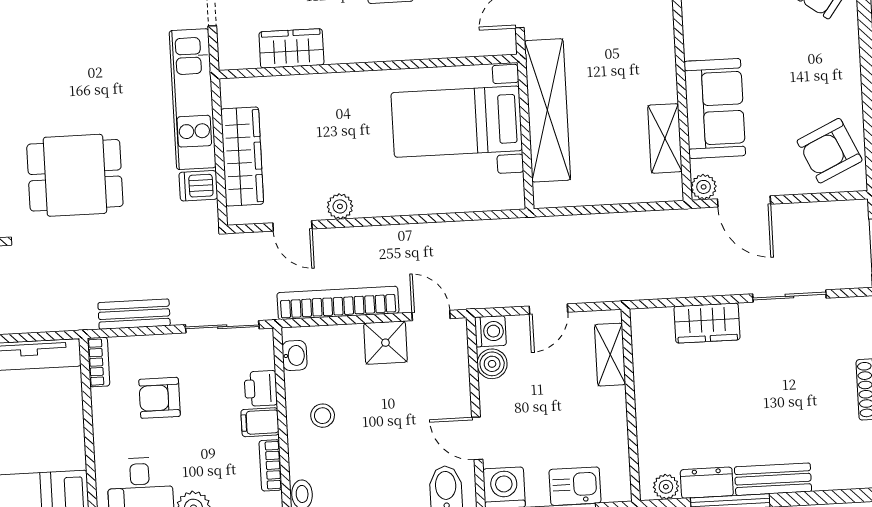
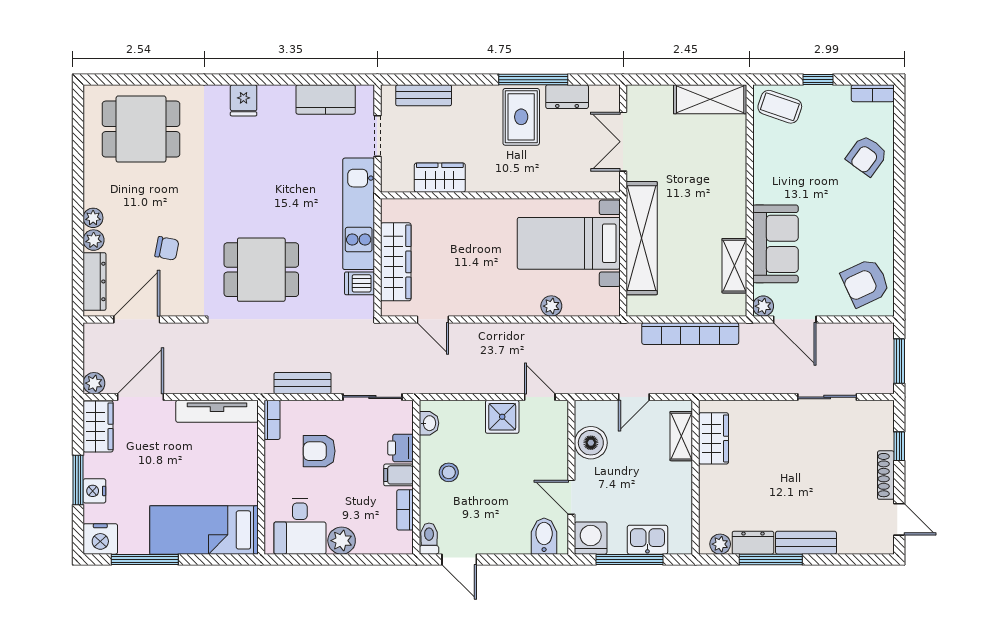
plant: (340, 206) -> (551, 306), moved
bookcase: (338, 303) -> (690, 334), moved, turned 180
wardrobe: (707, 323) -> (714, 438), moved, turned -90
washing machine: (490, 331) -> (587, 412), removed
boiler: (492, 364) -> (591, 443), width x1.36, depth x1.36

